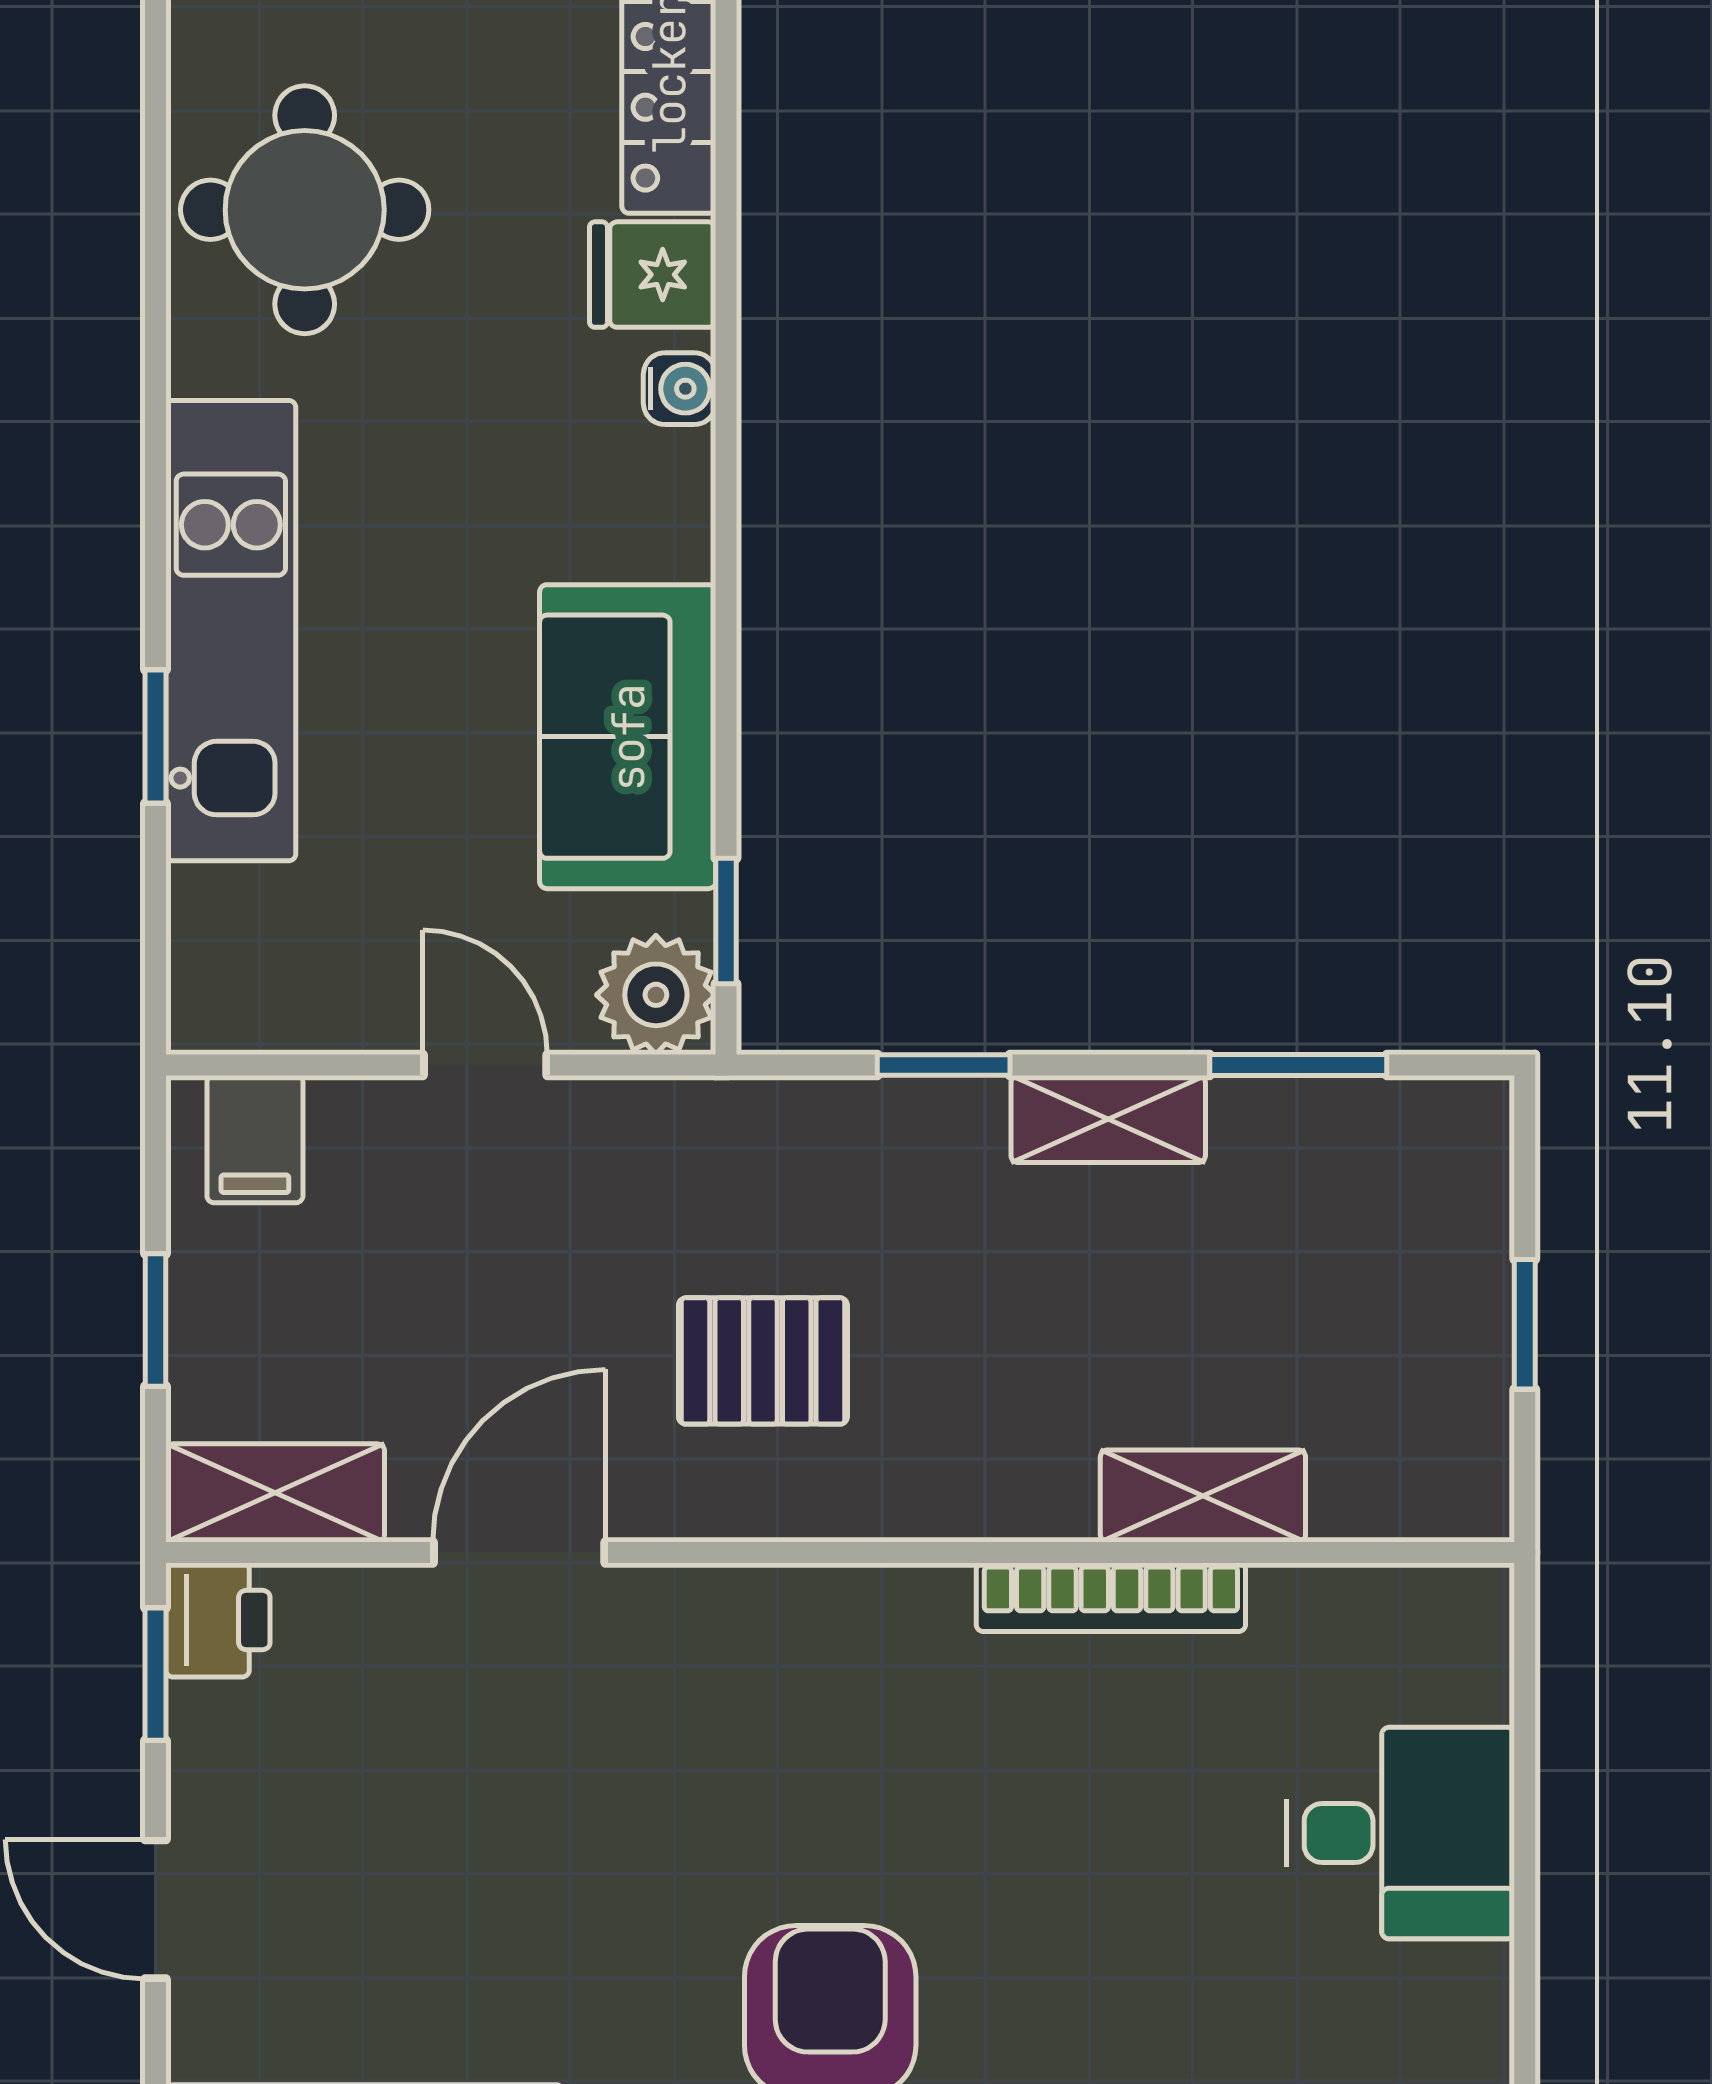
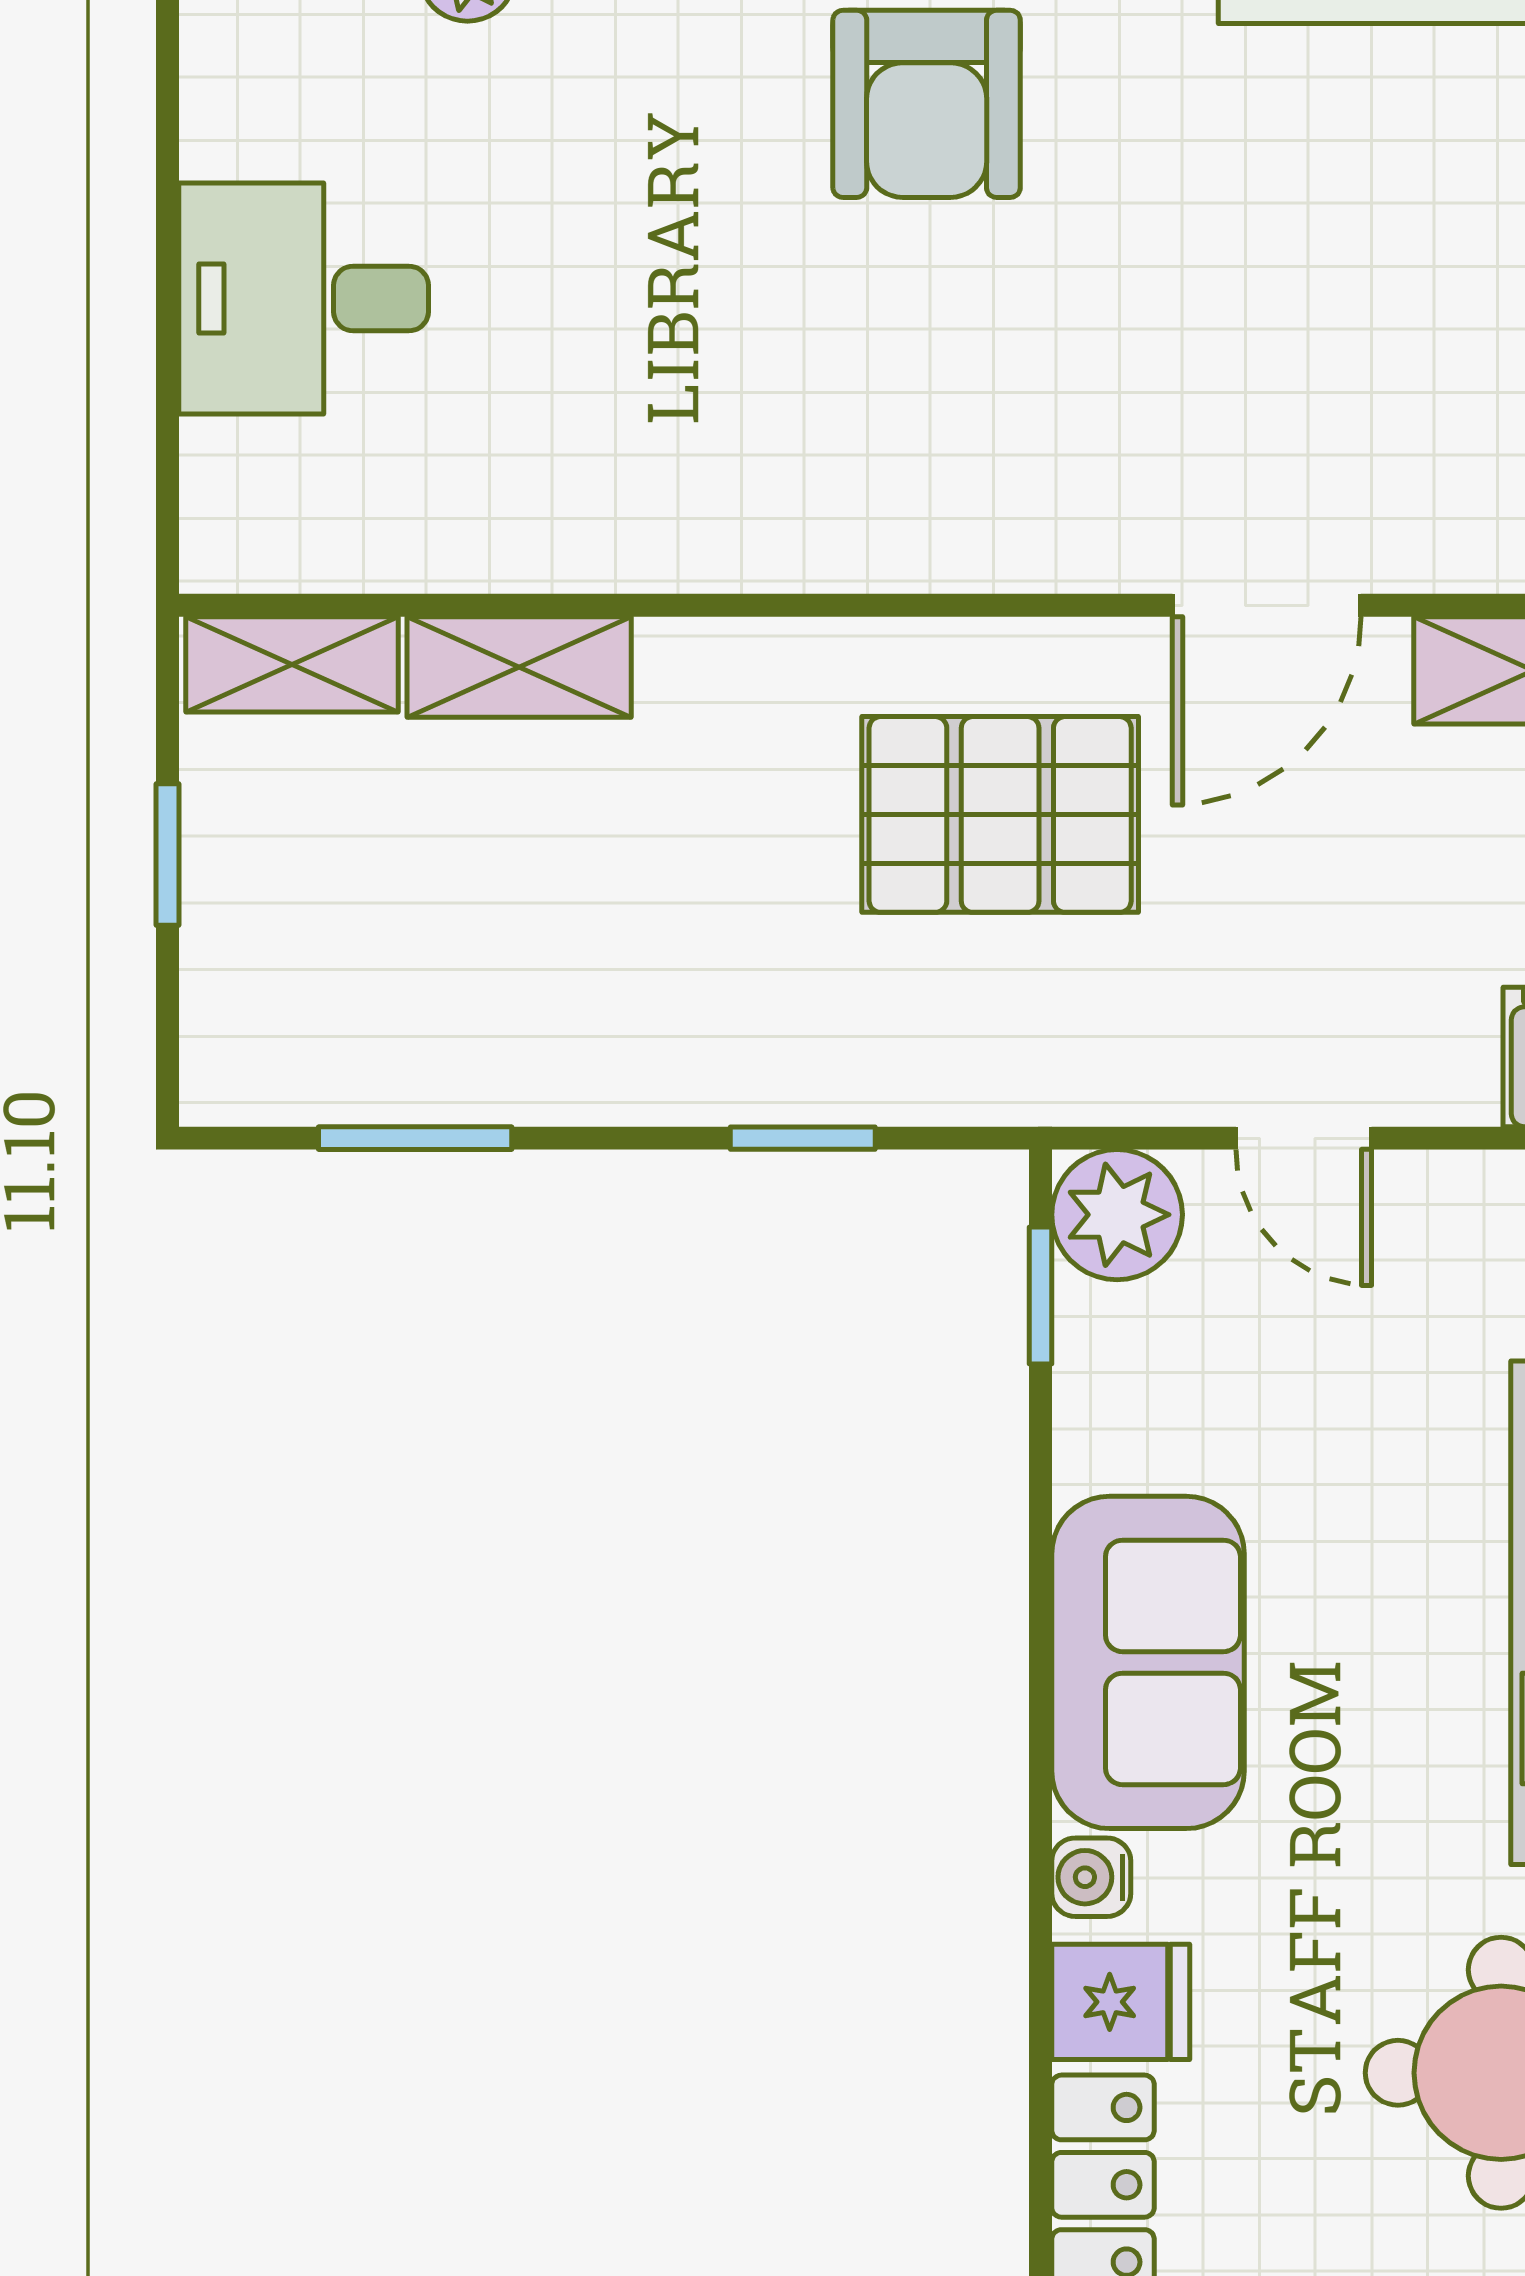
sofa: (628, 737) -> (1148, 1662), moved
shelving: (1108, 1119) -> (292, 664), moved
pallet: (763, 1361) -> (1000, 814), width x1.50, depth x1.42
bookcase: (1111, 1597) -> (620, 556), removed

